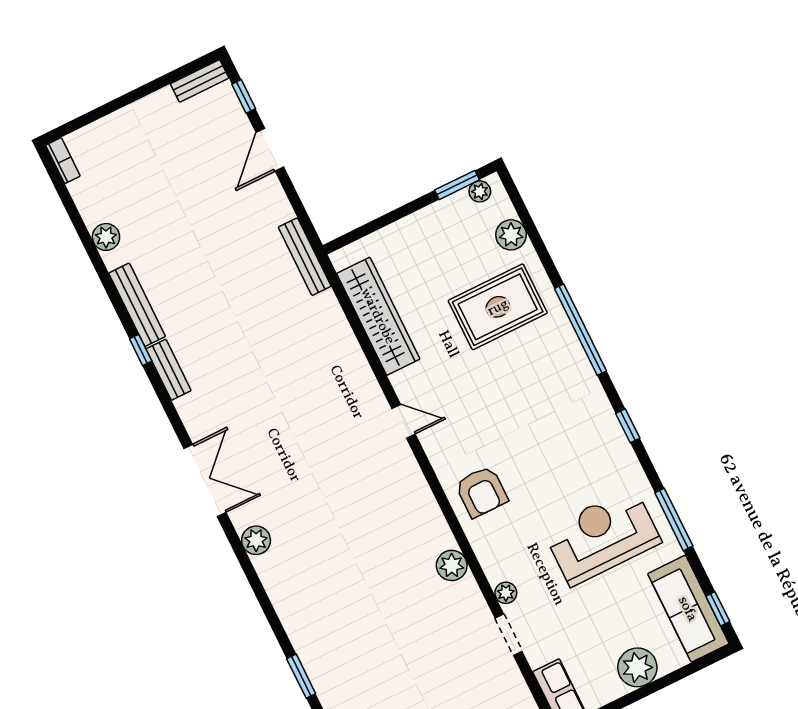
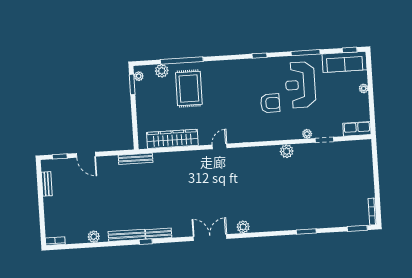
bench: (200, 81) -> (47, 184), moved
window: (580, 330) -> (182, 60), moved
armchair: (481, 492) -> (270, 103), moved
plant: (637, 667) -> (364, 88), width x0.53, depth x0.53

